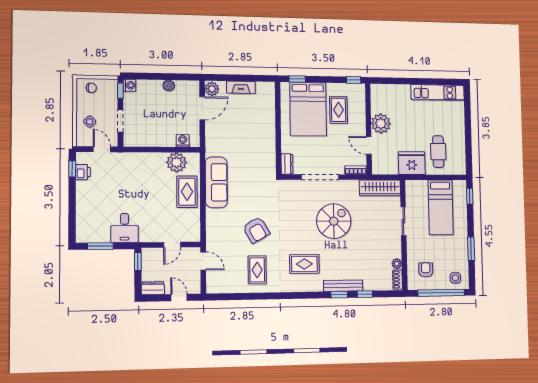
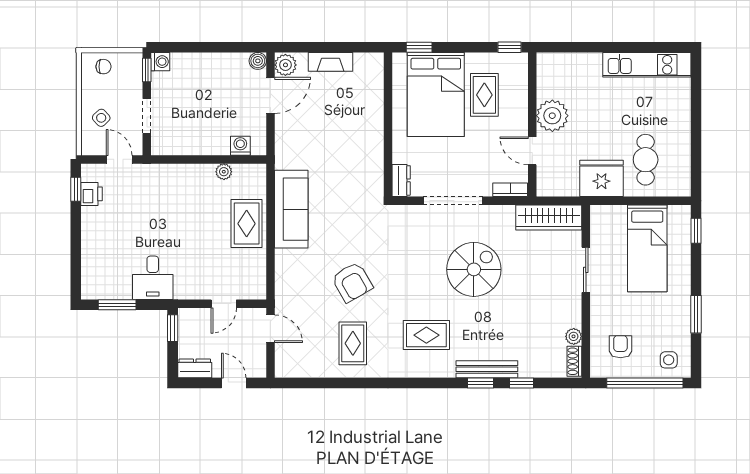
boiler: (169, 85) -> (258, 61), moved
plant: (177, 162) -> (224, 172), width x0.53, depth x0.53

